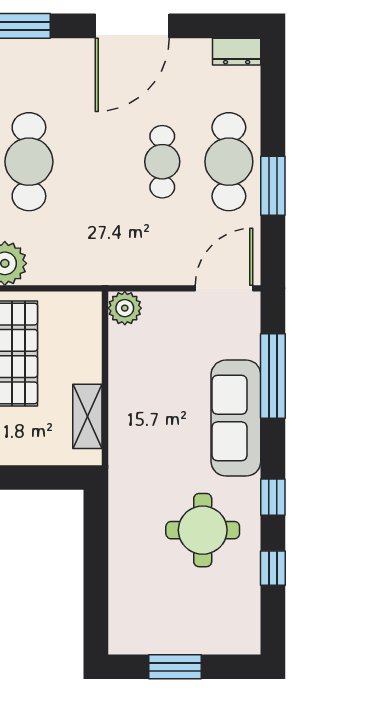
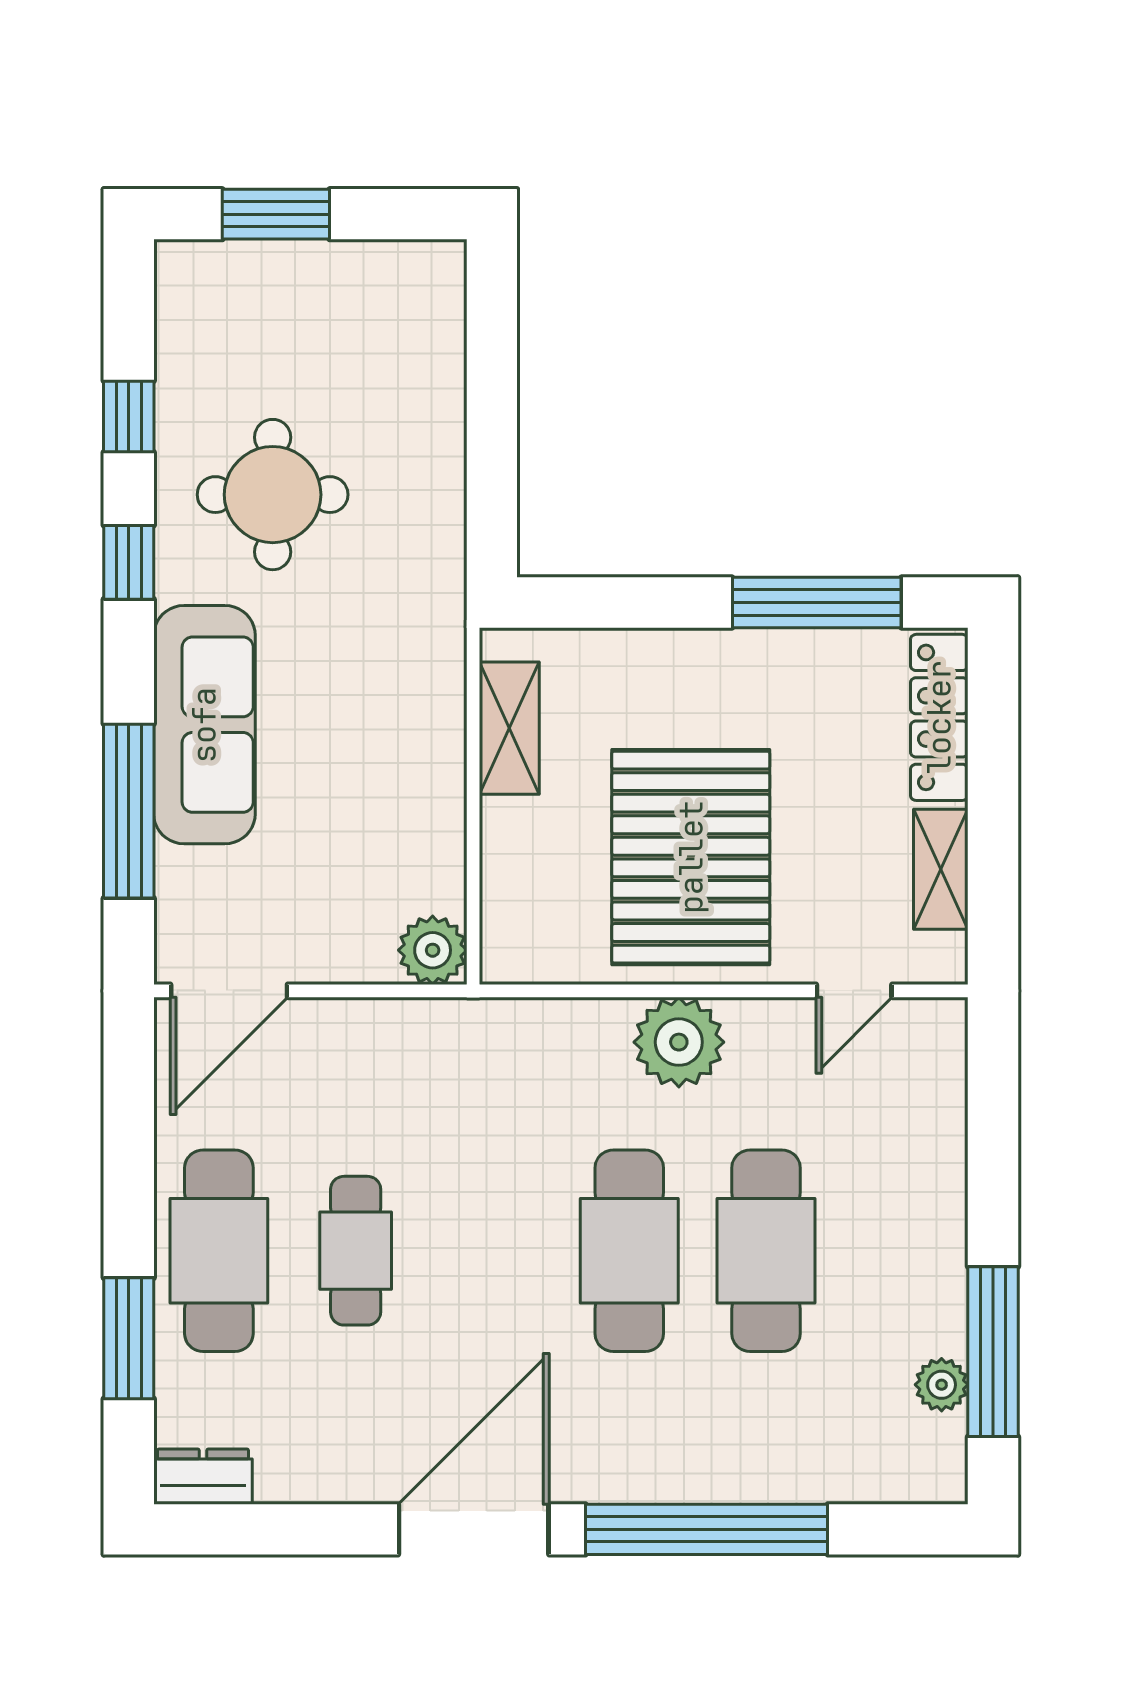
door: (132, 26) -> (474, 1529), moved
window: (273, 186) -> (129, 1338), moved
window: (175, 667) -> (276, 214), moved

